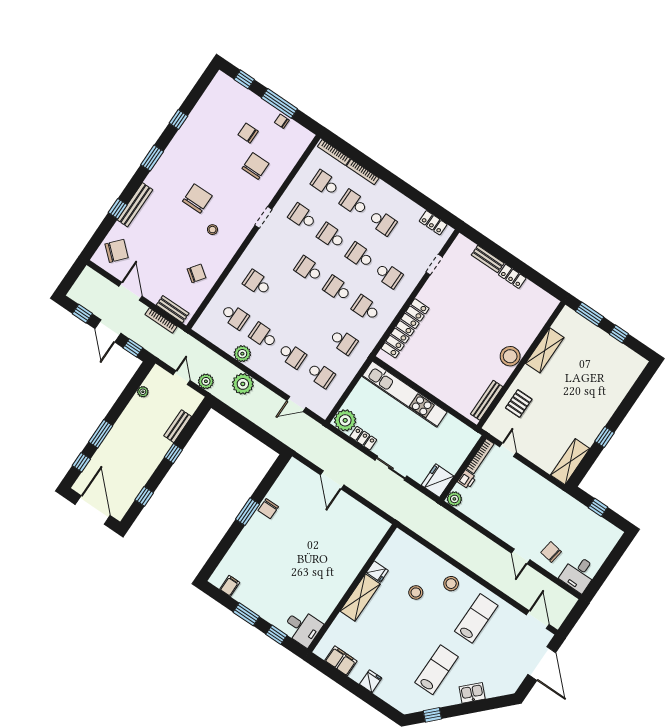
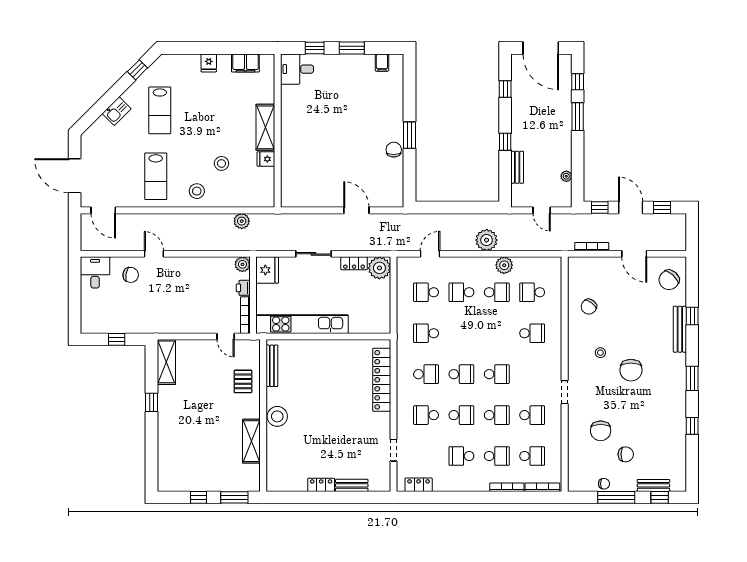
bench: (173, 309) -> (653, 485), moved
plant: (206, 381) -> (242, 221), moved
kitchen unit: (404, 394) -> (302, 324), moved

